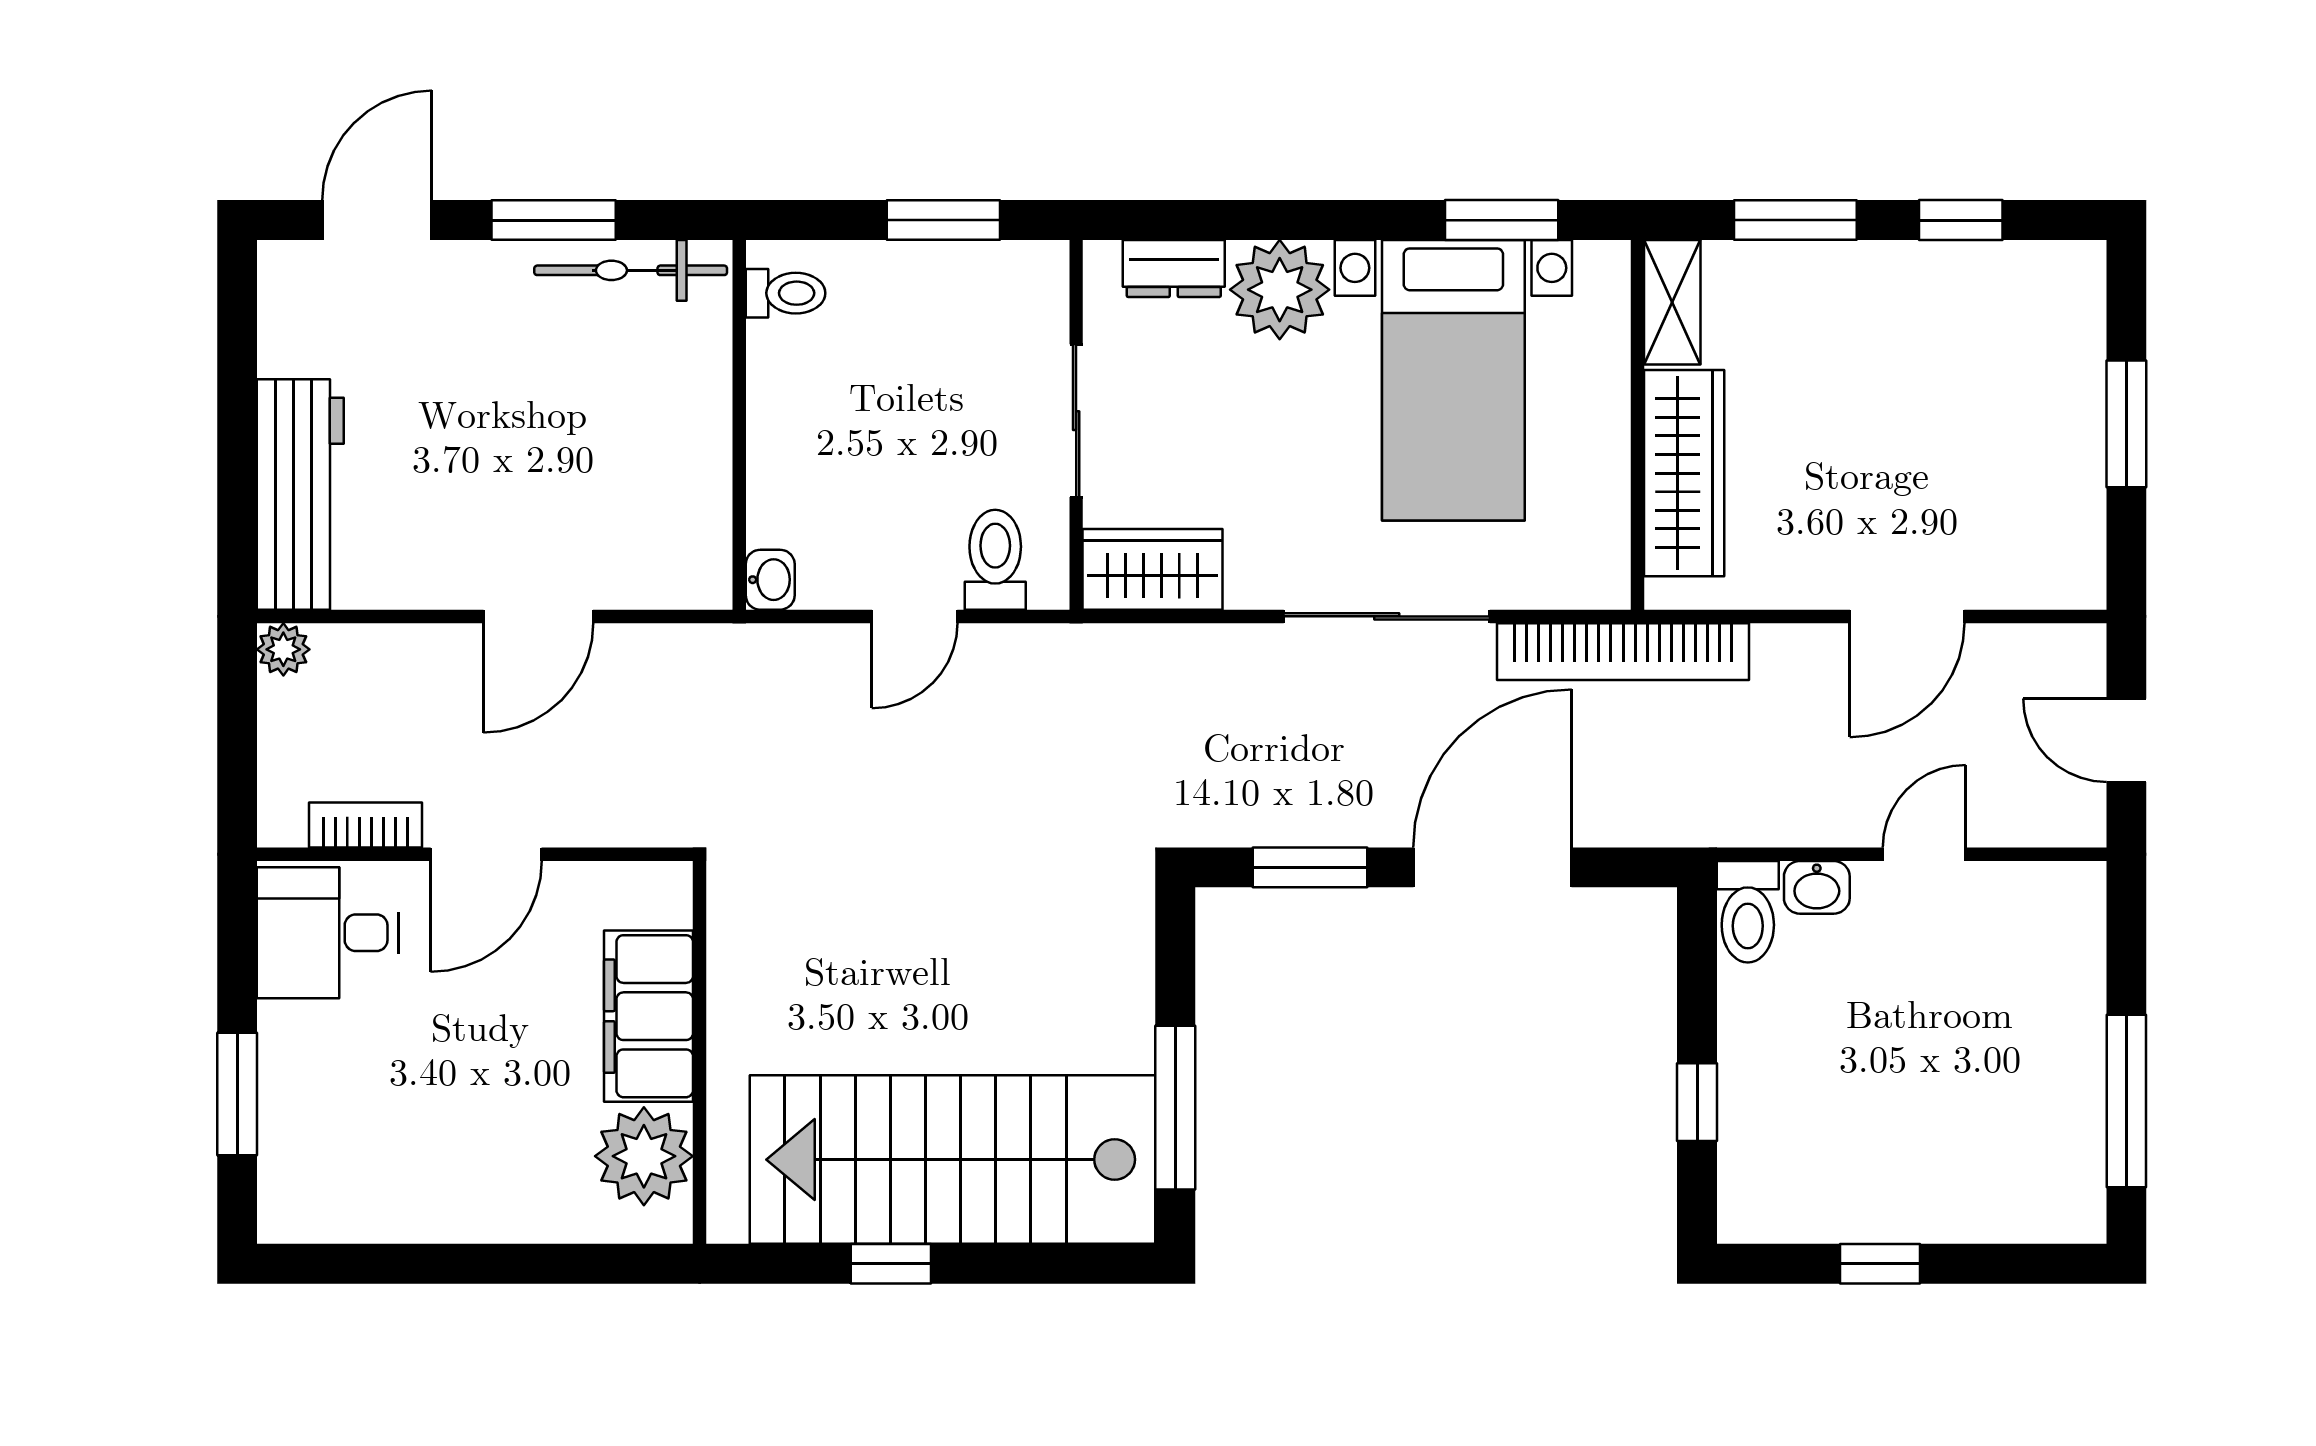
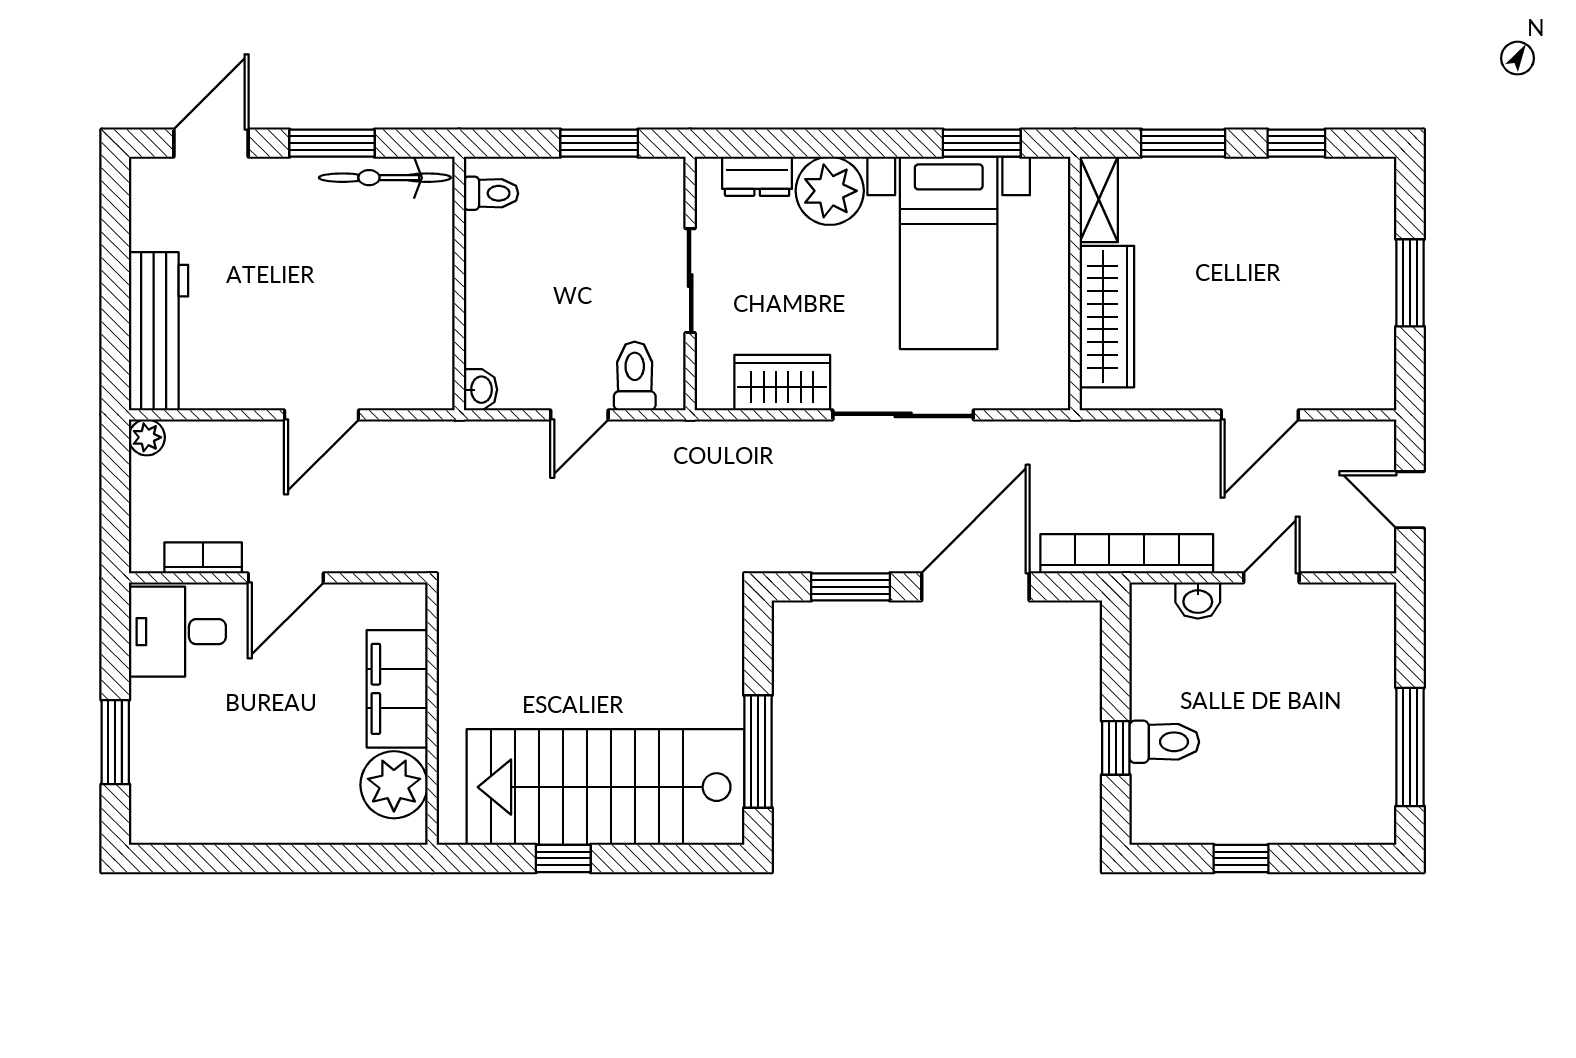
wardrobe: (1152, 569) -> (782, 383), moved
bookcase: (1623, 652) -> (1127, 554), moved, turned 180
toilet: (1748, 912) -> (1164, 742), moved, turned -90

